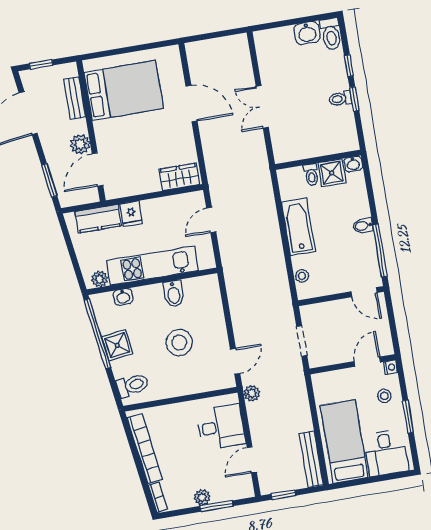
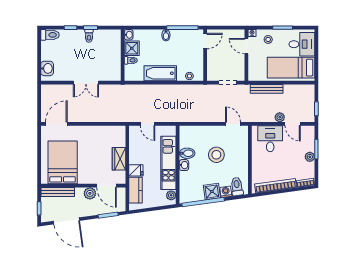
washbasin: (307, 33) -> (47, 68), moved
bench: (75, 98) -> (58, 192), width x1.36
door: (192, 104) -> (56, 124), moved
wardrobe: (179, 177) -> (119, 159), moved
washbasin: (123, 297) -> (184, 165), moved
washing machine: (121, 368) -> (226, 192), added
plant: (252, 393) -> (280, 117), moved
bench: (311, 459) -> (267, 89), moved

